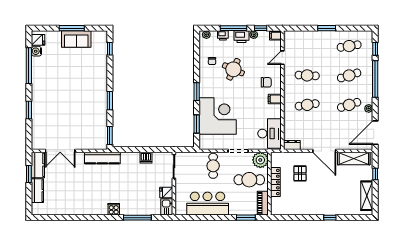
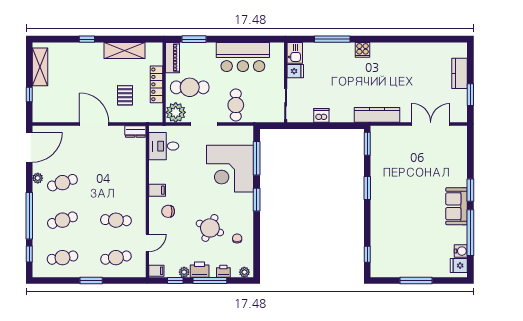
sofa: (76, 39) -> (457, 206), moved, turned -90
cafe table: (307, 105) -> (116, 258), moved
window: (29, 110) -> (470, 190), moved
window: (197, 124) -> (257, 158), width x1.44
desk: (270, 134) -> (164, 146), width x0.73
shelving: (354, 159) -> (125, 50), moved
kitchen counter: (38, 165) -> (459, 106), removed

